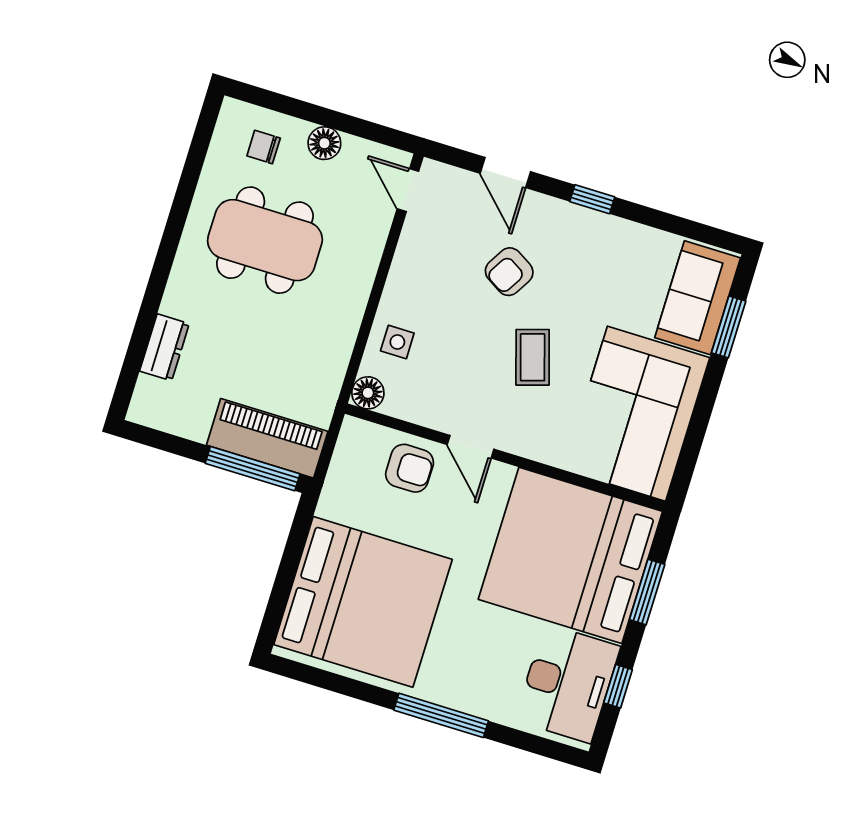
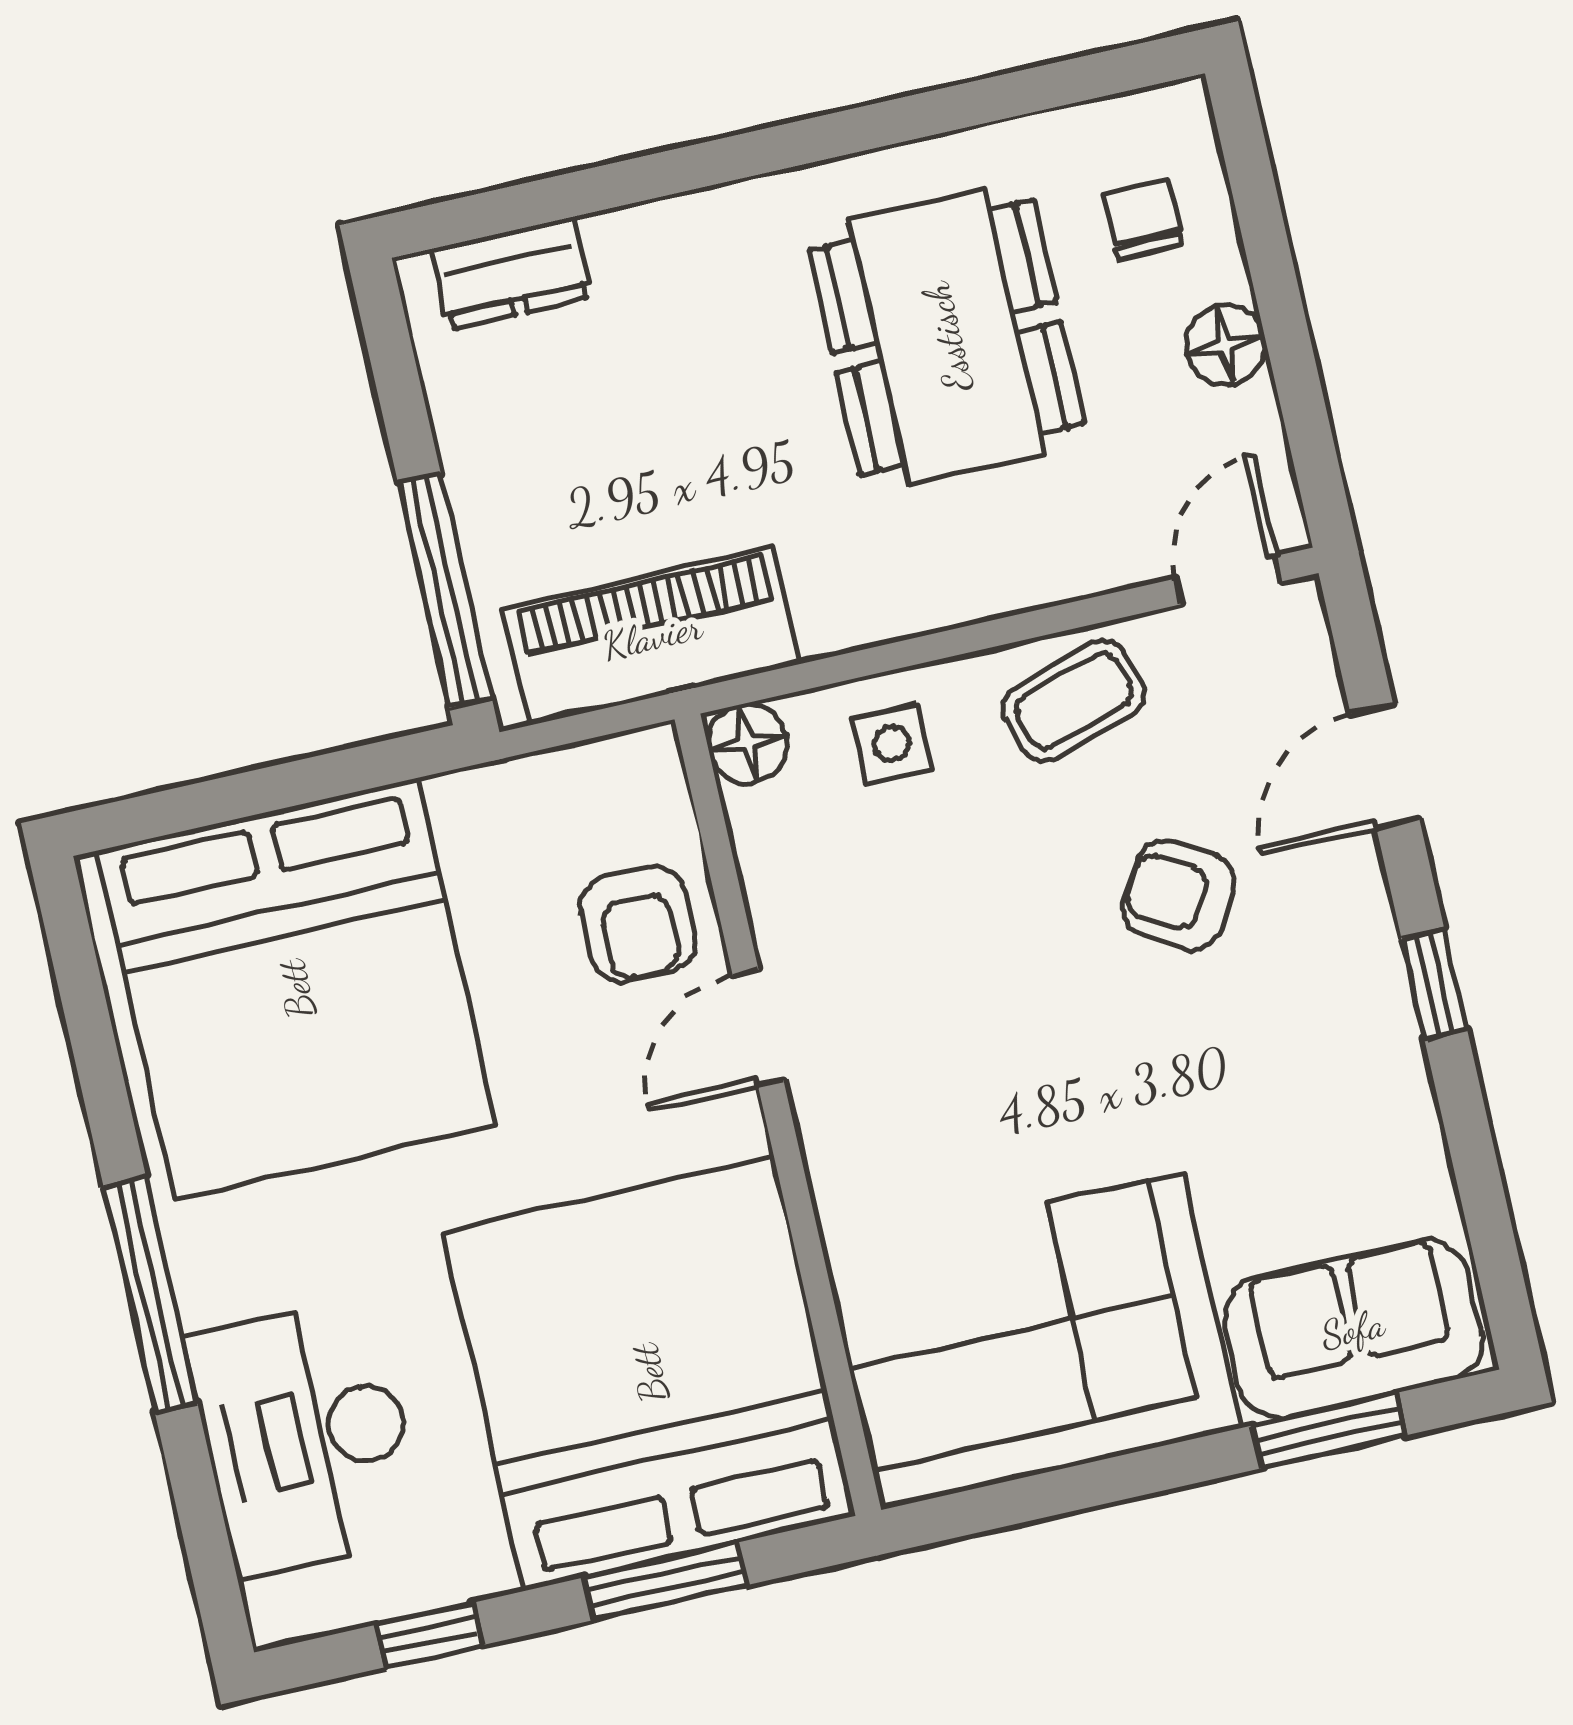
dresser: (164, 347) -> (511, 273), moved
coffee table: (533, 357) -> (1074, 701), moved
piano: (267, 438) -> (652, 636), moved, turned -90
desk: (568, 683) -> (306, 1437), moved, turned 90

